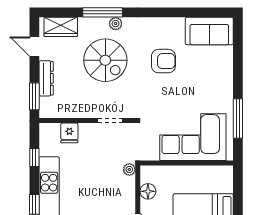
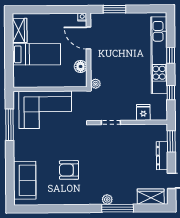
sofa: (209, 31) -> (25, 180), moved, turned 90
spiral stairs: (105, 60) -> (115, 170), removed

